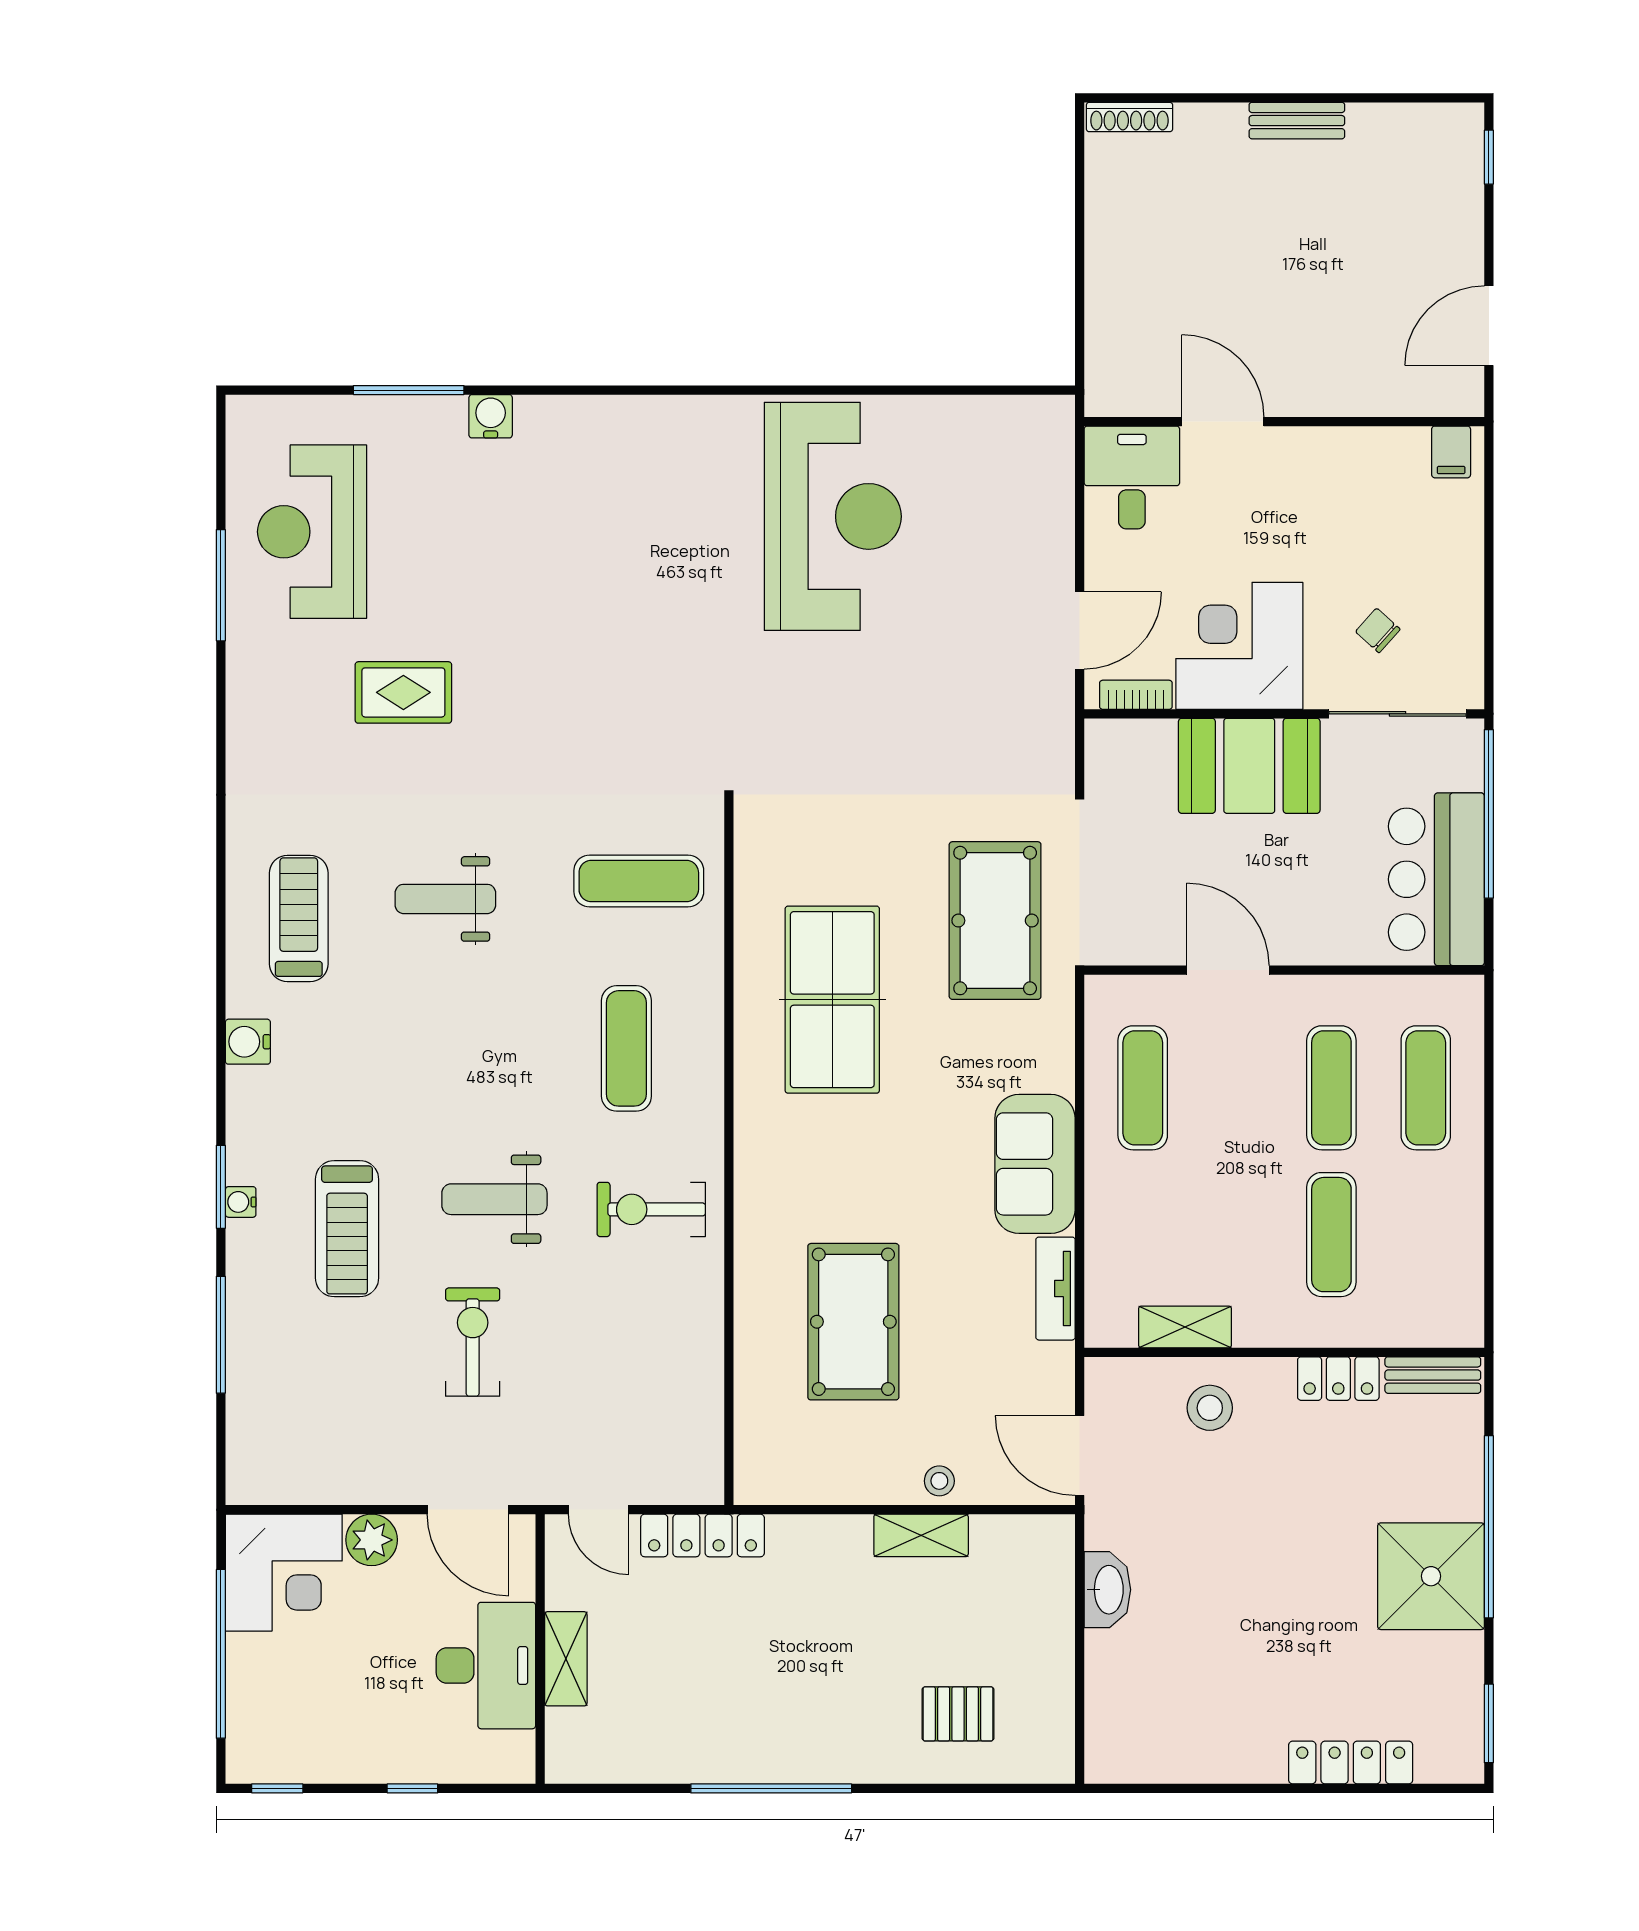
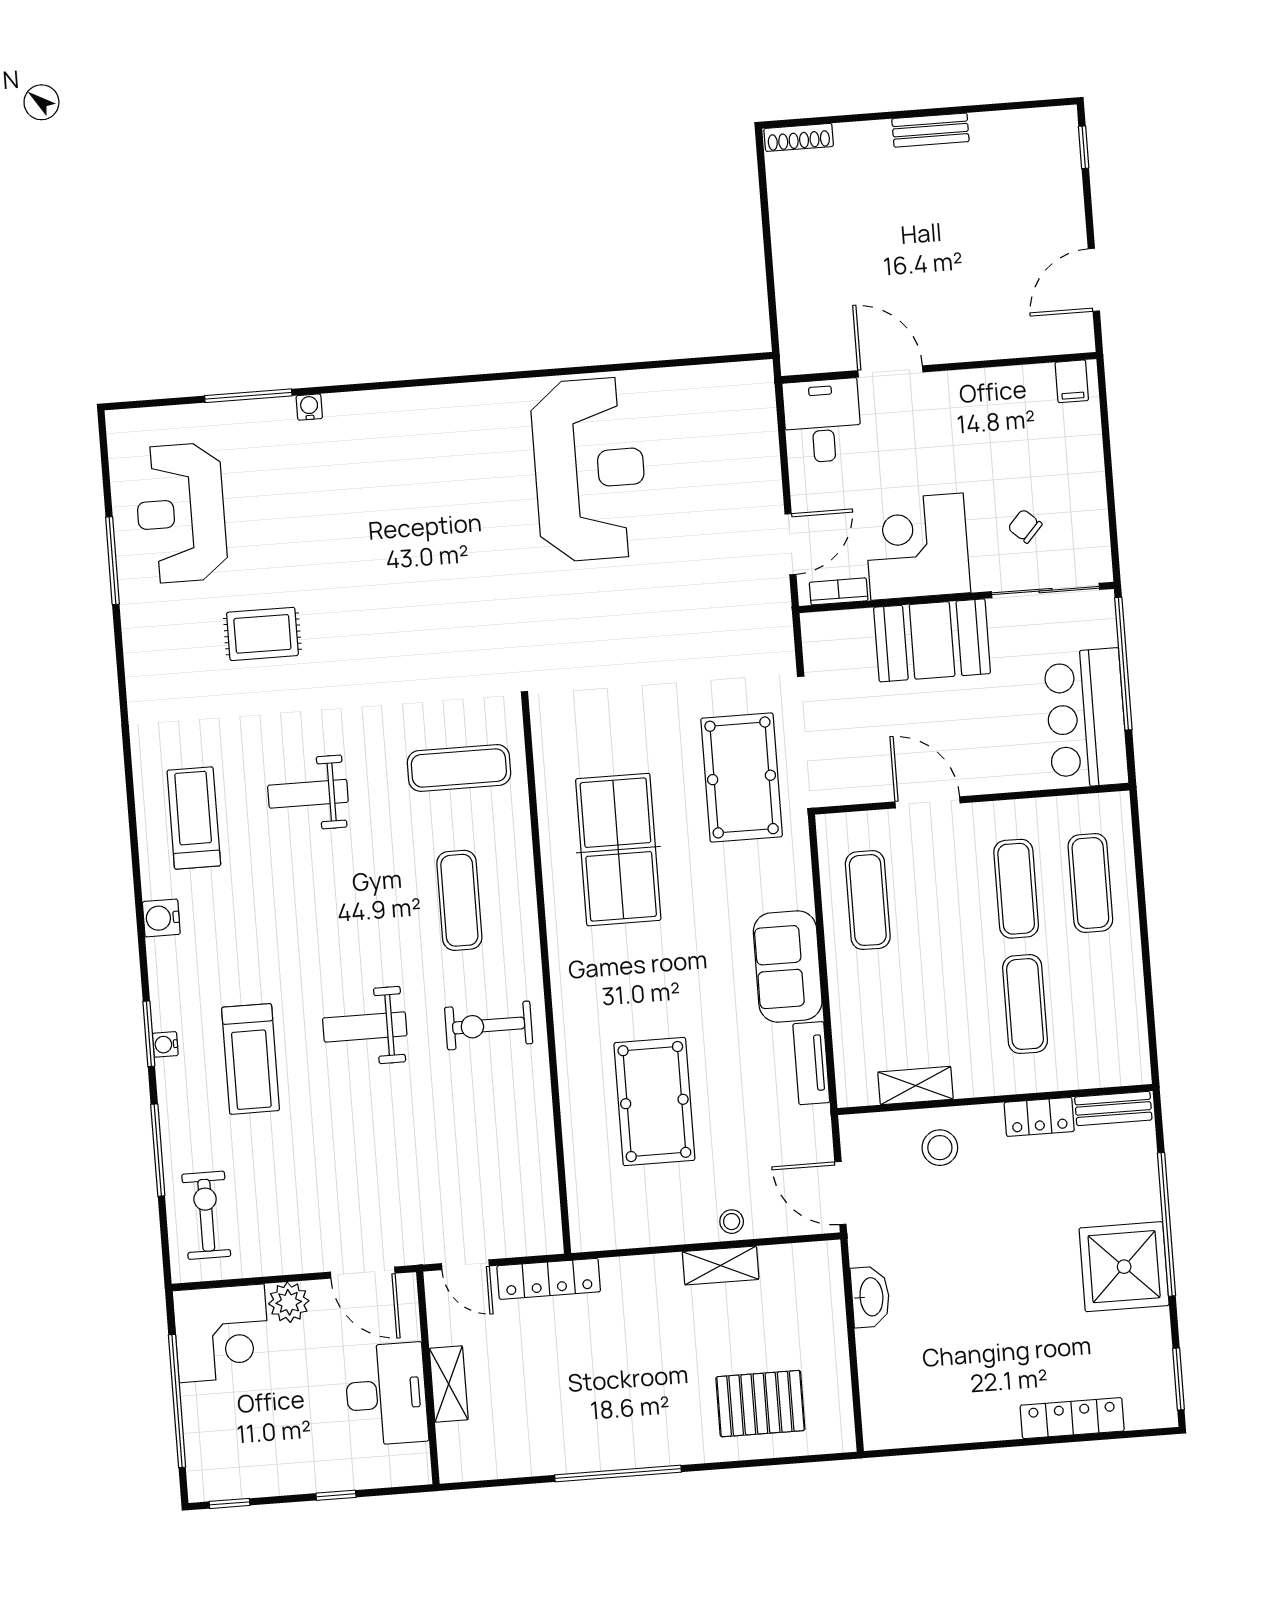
water cooler: (491, 416) -> (309, 407), width x0.72, depth x0.72
exercise bike: (473, 1342) -> (206, 1215), moved
pallet: (958, 1714) -> (760, 1404), width x1.50, depth x1.42

